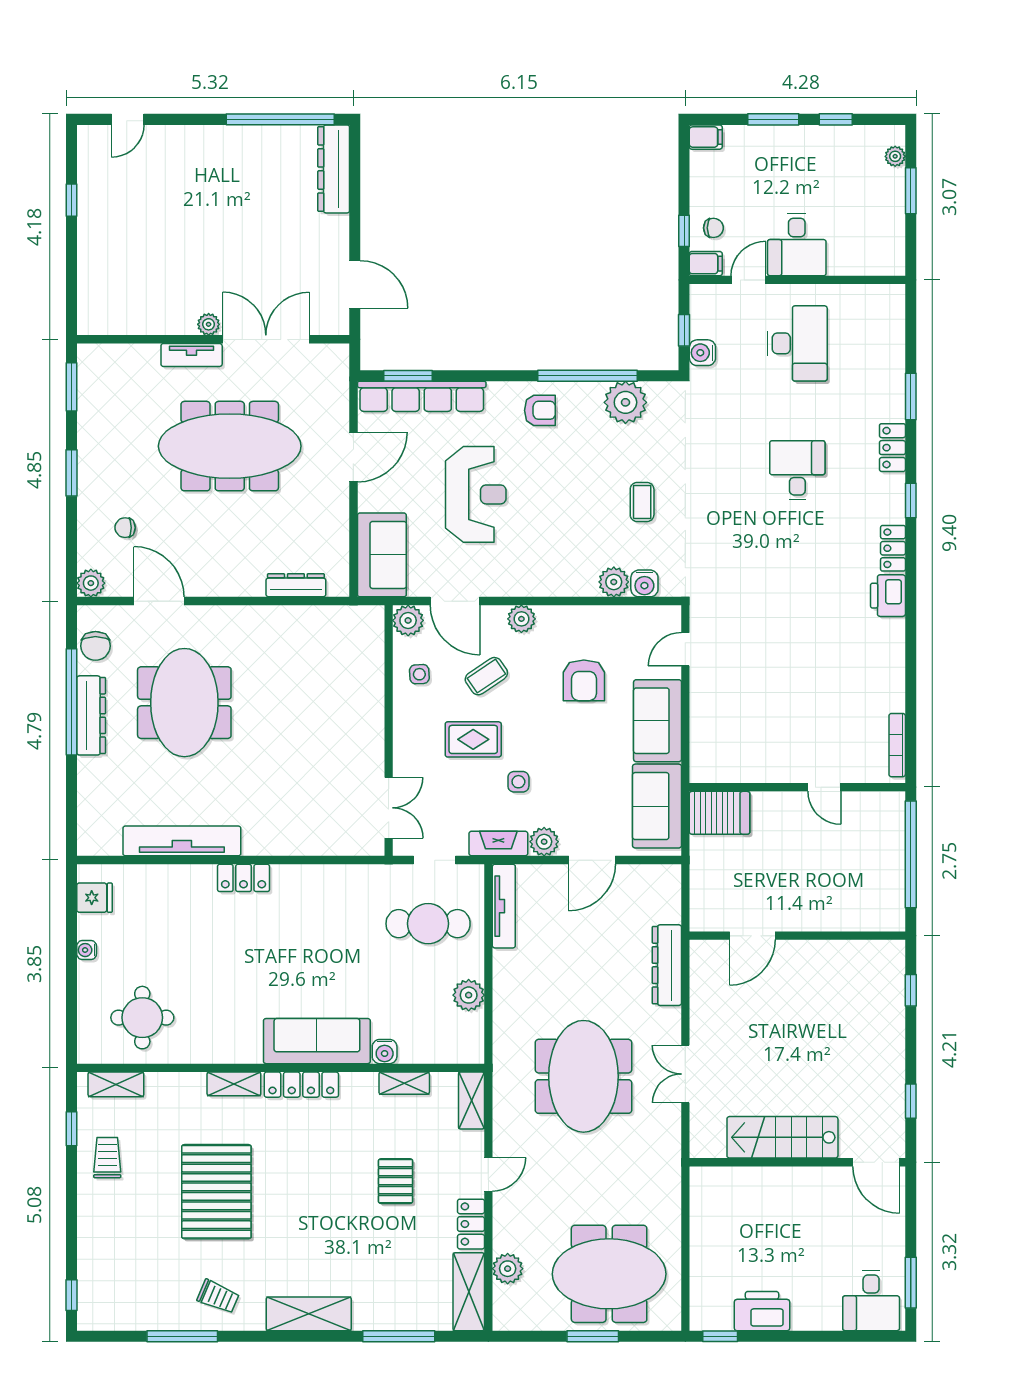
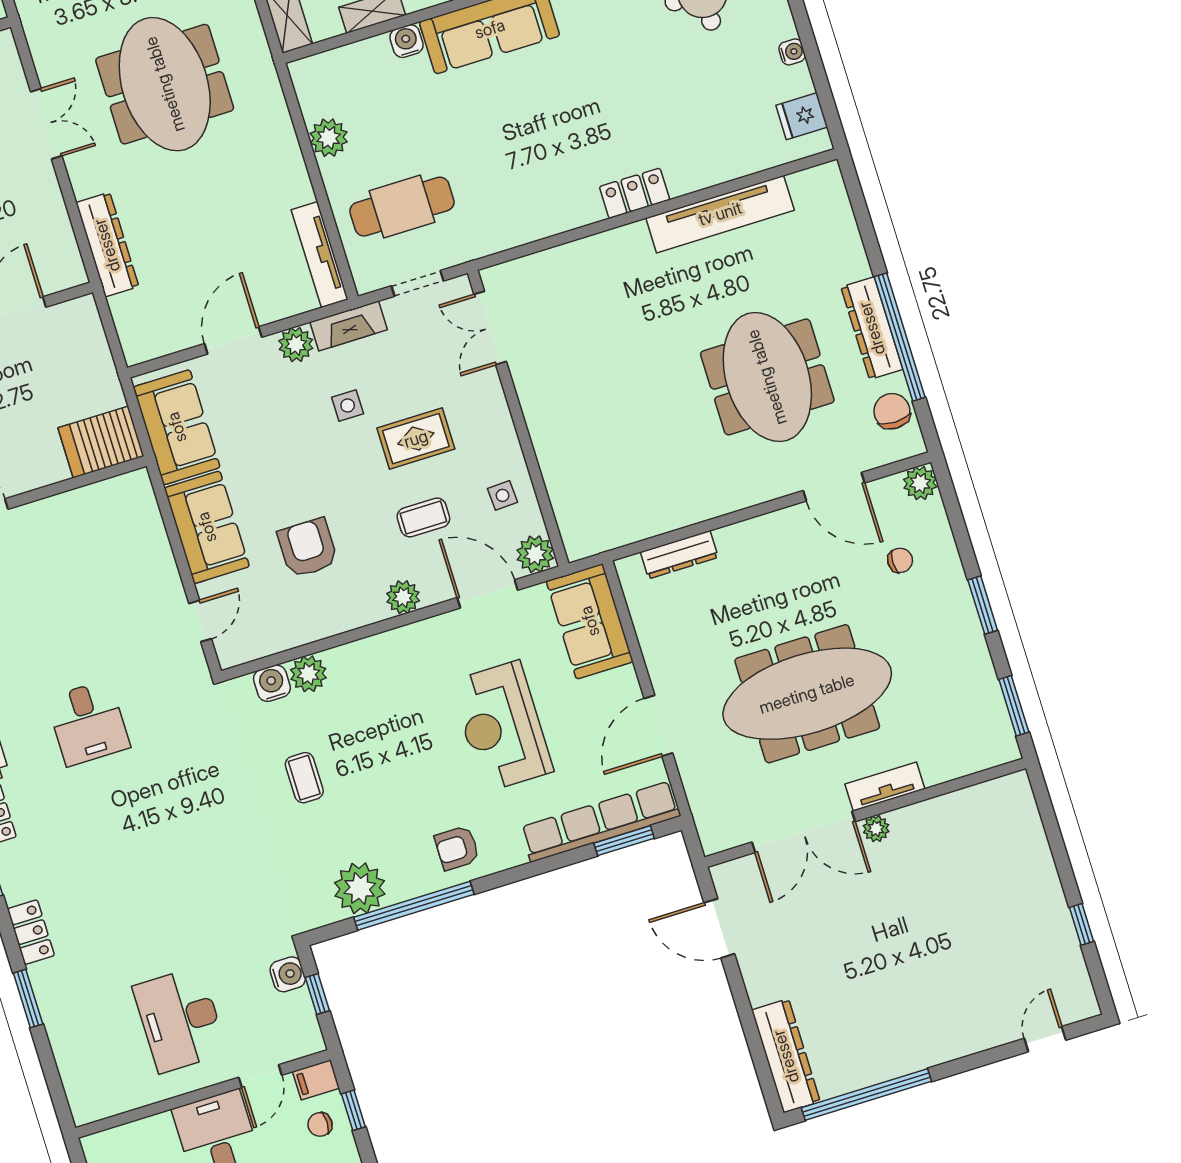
desk: (797, 470) -> (88, 723), moved
coffee table: (486, 676) -> (423, 517), turned 34

